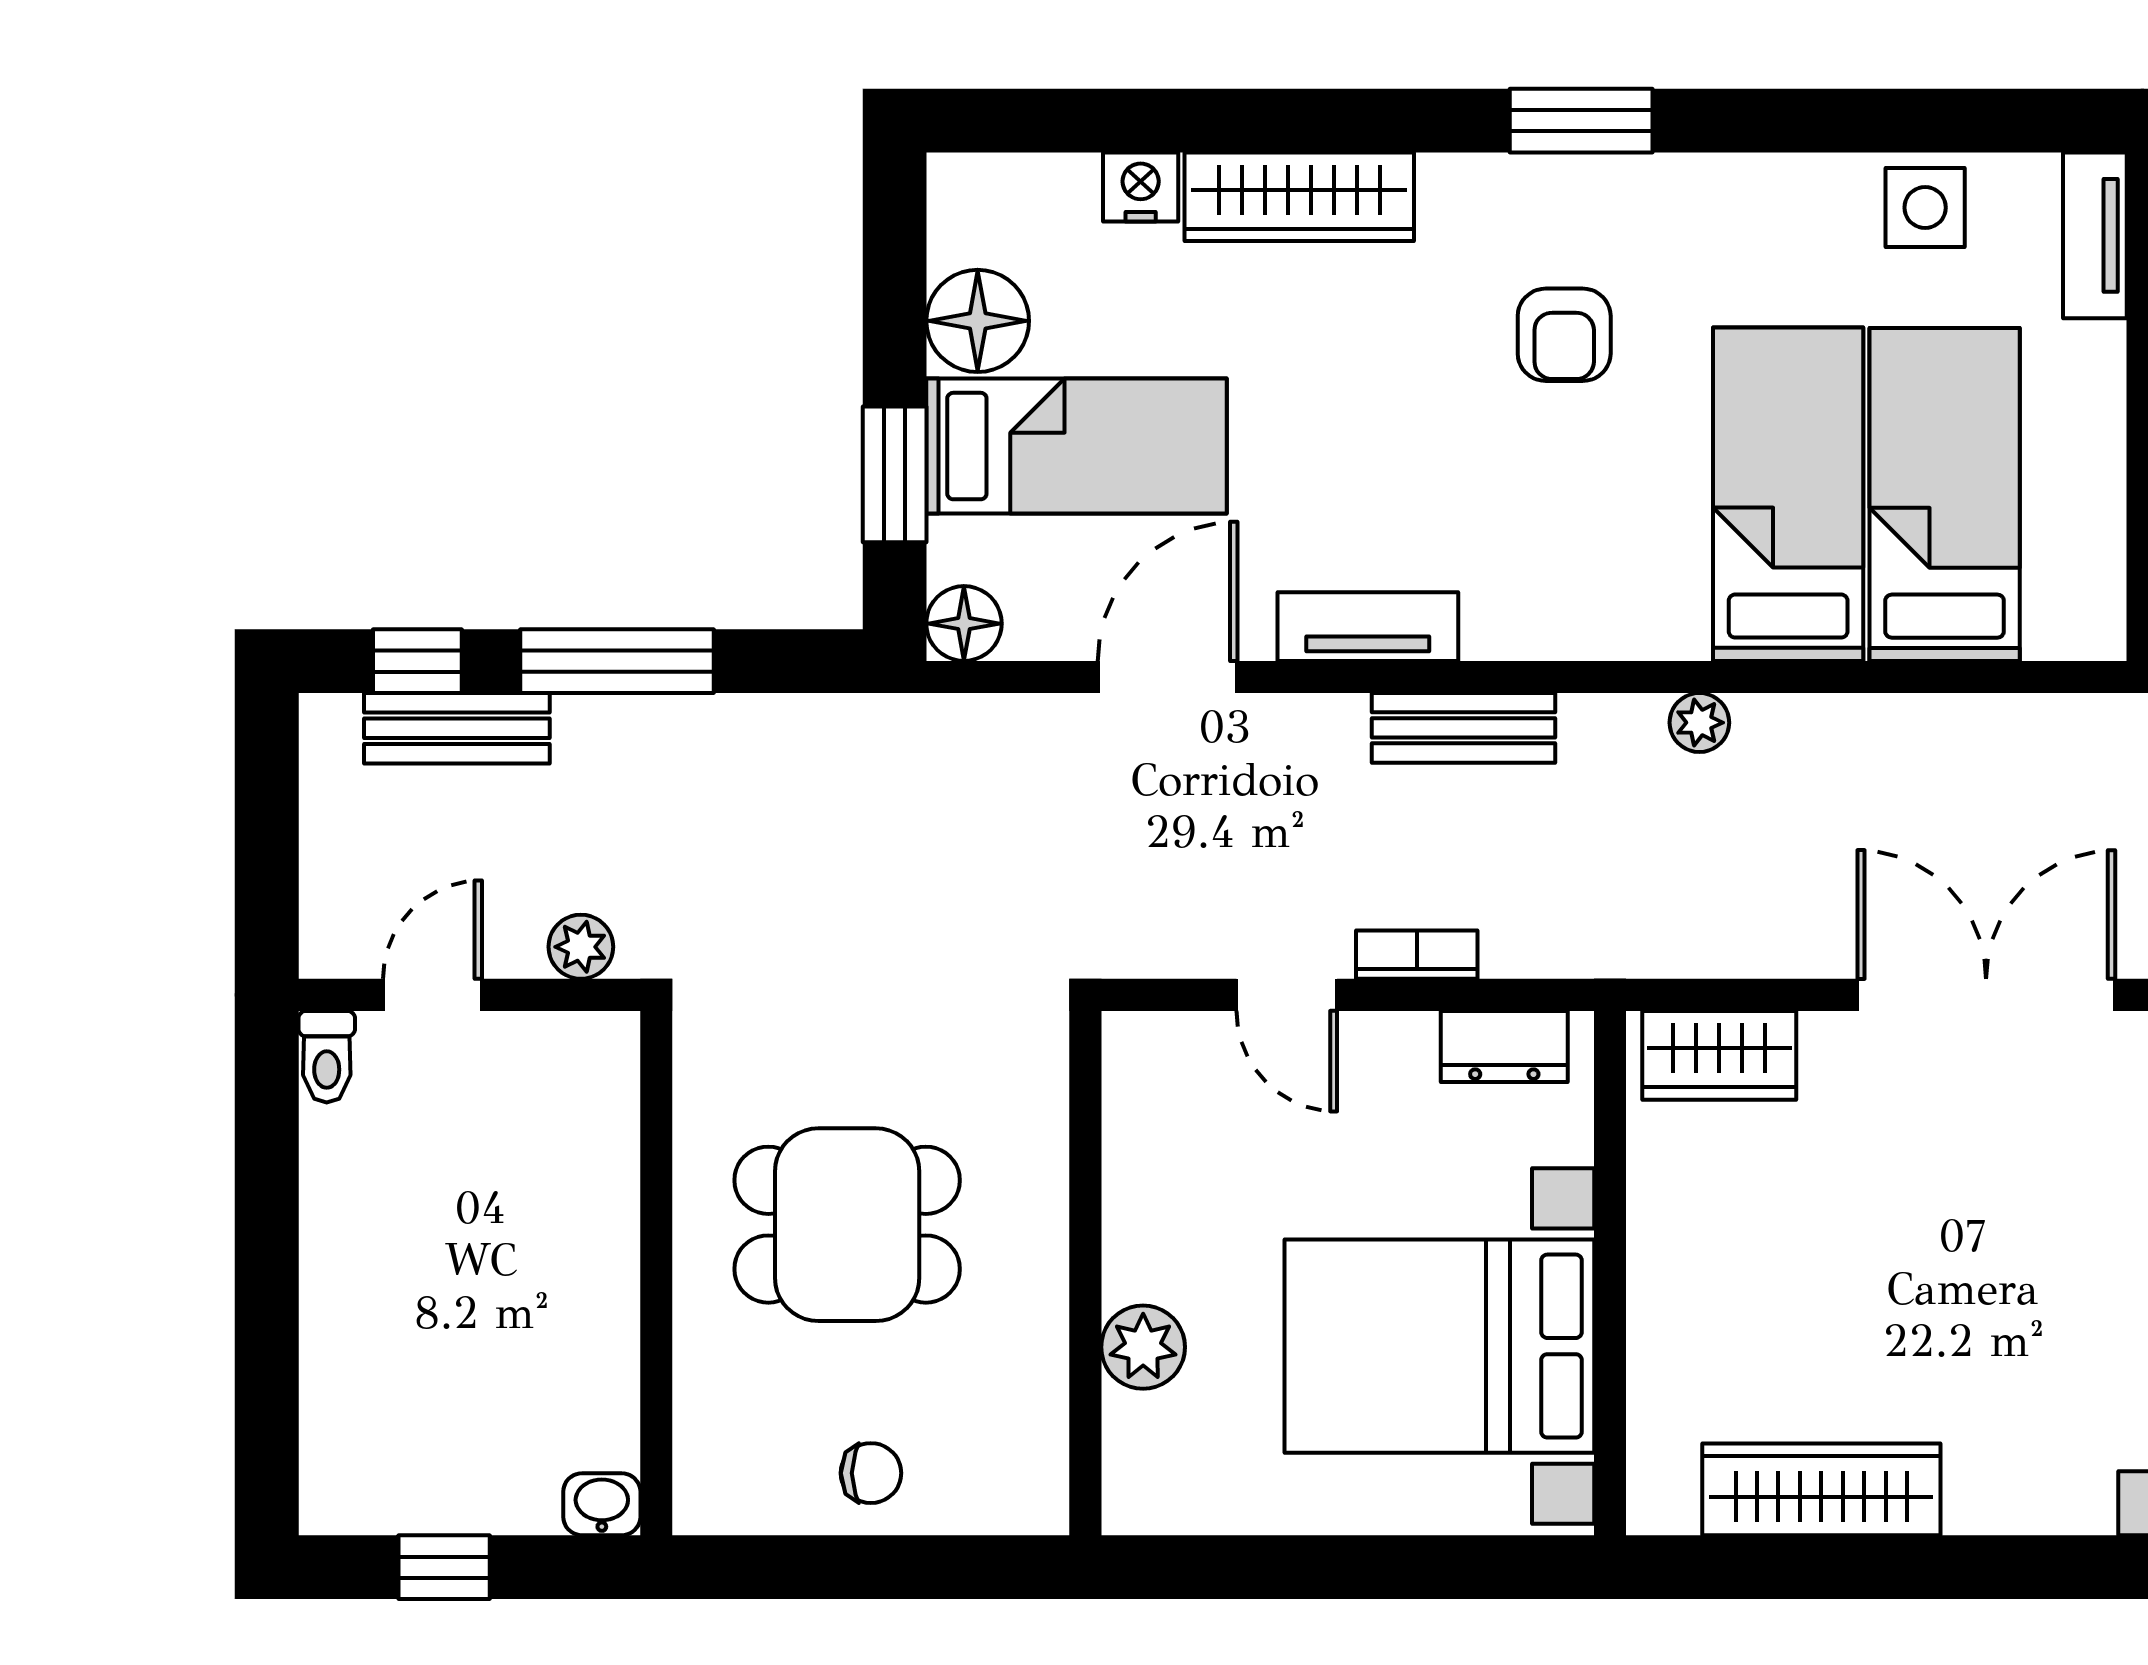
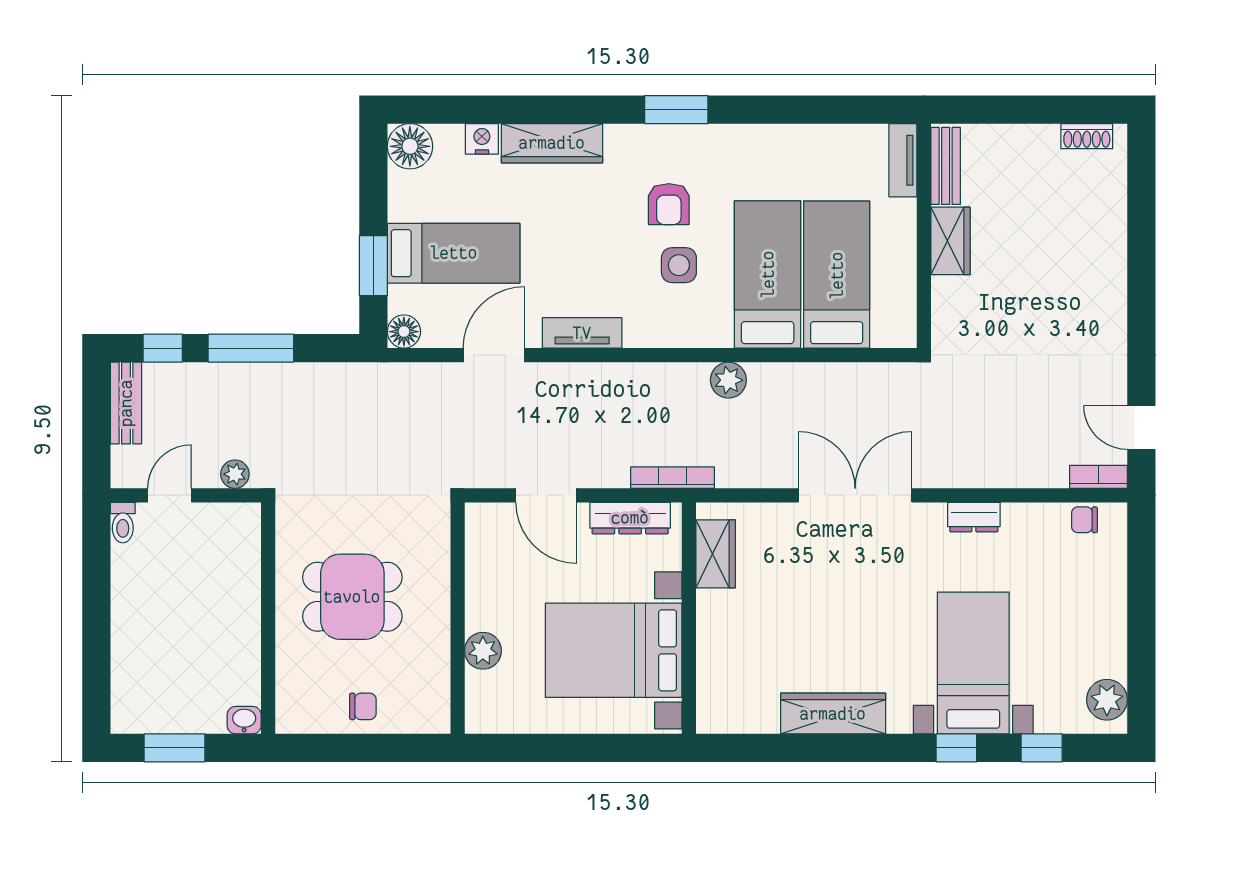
side table: (1925, 208) -> (679, 265), moved
floor lamp: (978, 321) -> (410, 146), moved
plant: (1699, 723) -> (728, 380), width x1.38, depth x1.38
bench: (457, 728) -> (126, 403), moved, turned 90
bench: (1464, 728) -> (624, 378), removed
bookcase: (1417, 955) -> (672, 478), moved, width x1.56
door: (1287, 995) -> (546, 495), width x1.38
dresser: (1504, 1046) -> (630, 518), width x1.44
wardrobe: (1719, 1055) -> (716, 554), moved, turned -90
wardrobe: (1821, 1489) -> (833, 714), moved
window: (444, 1567) -> (175, 748), width x1.50

